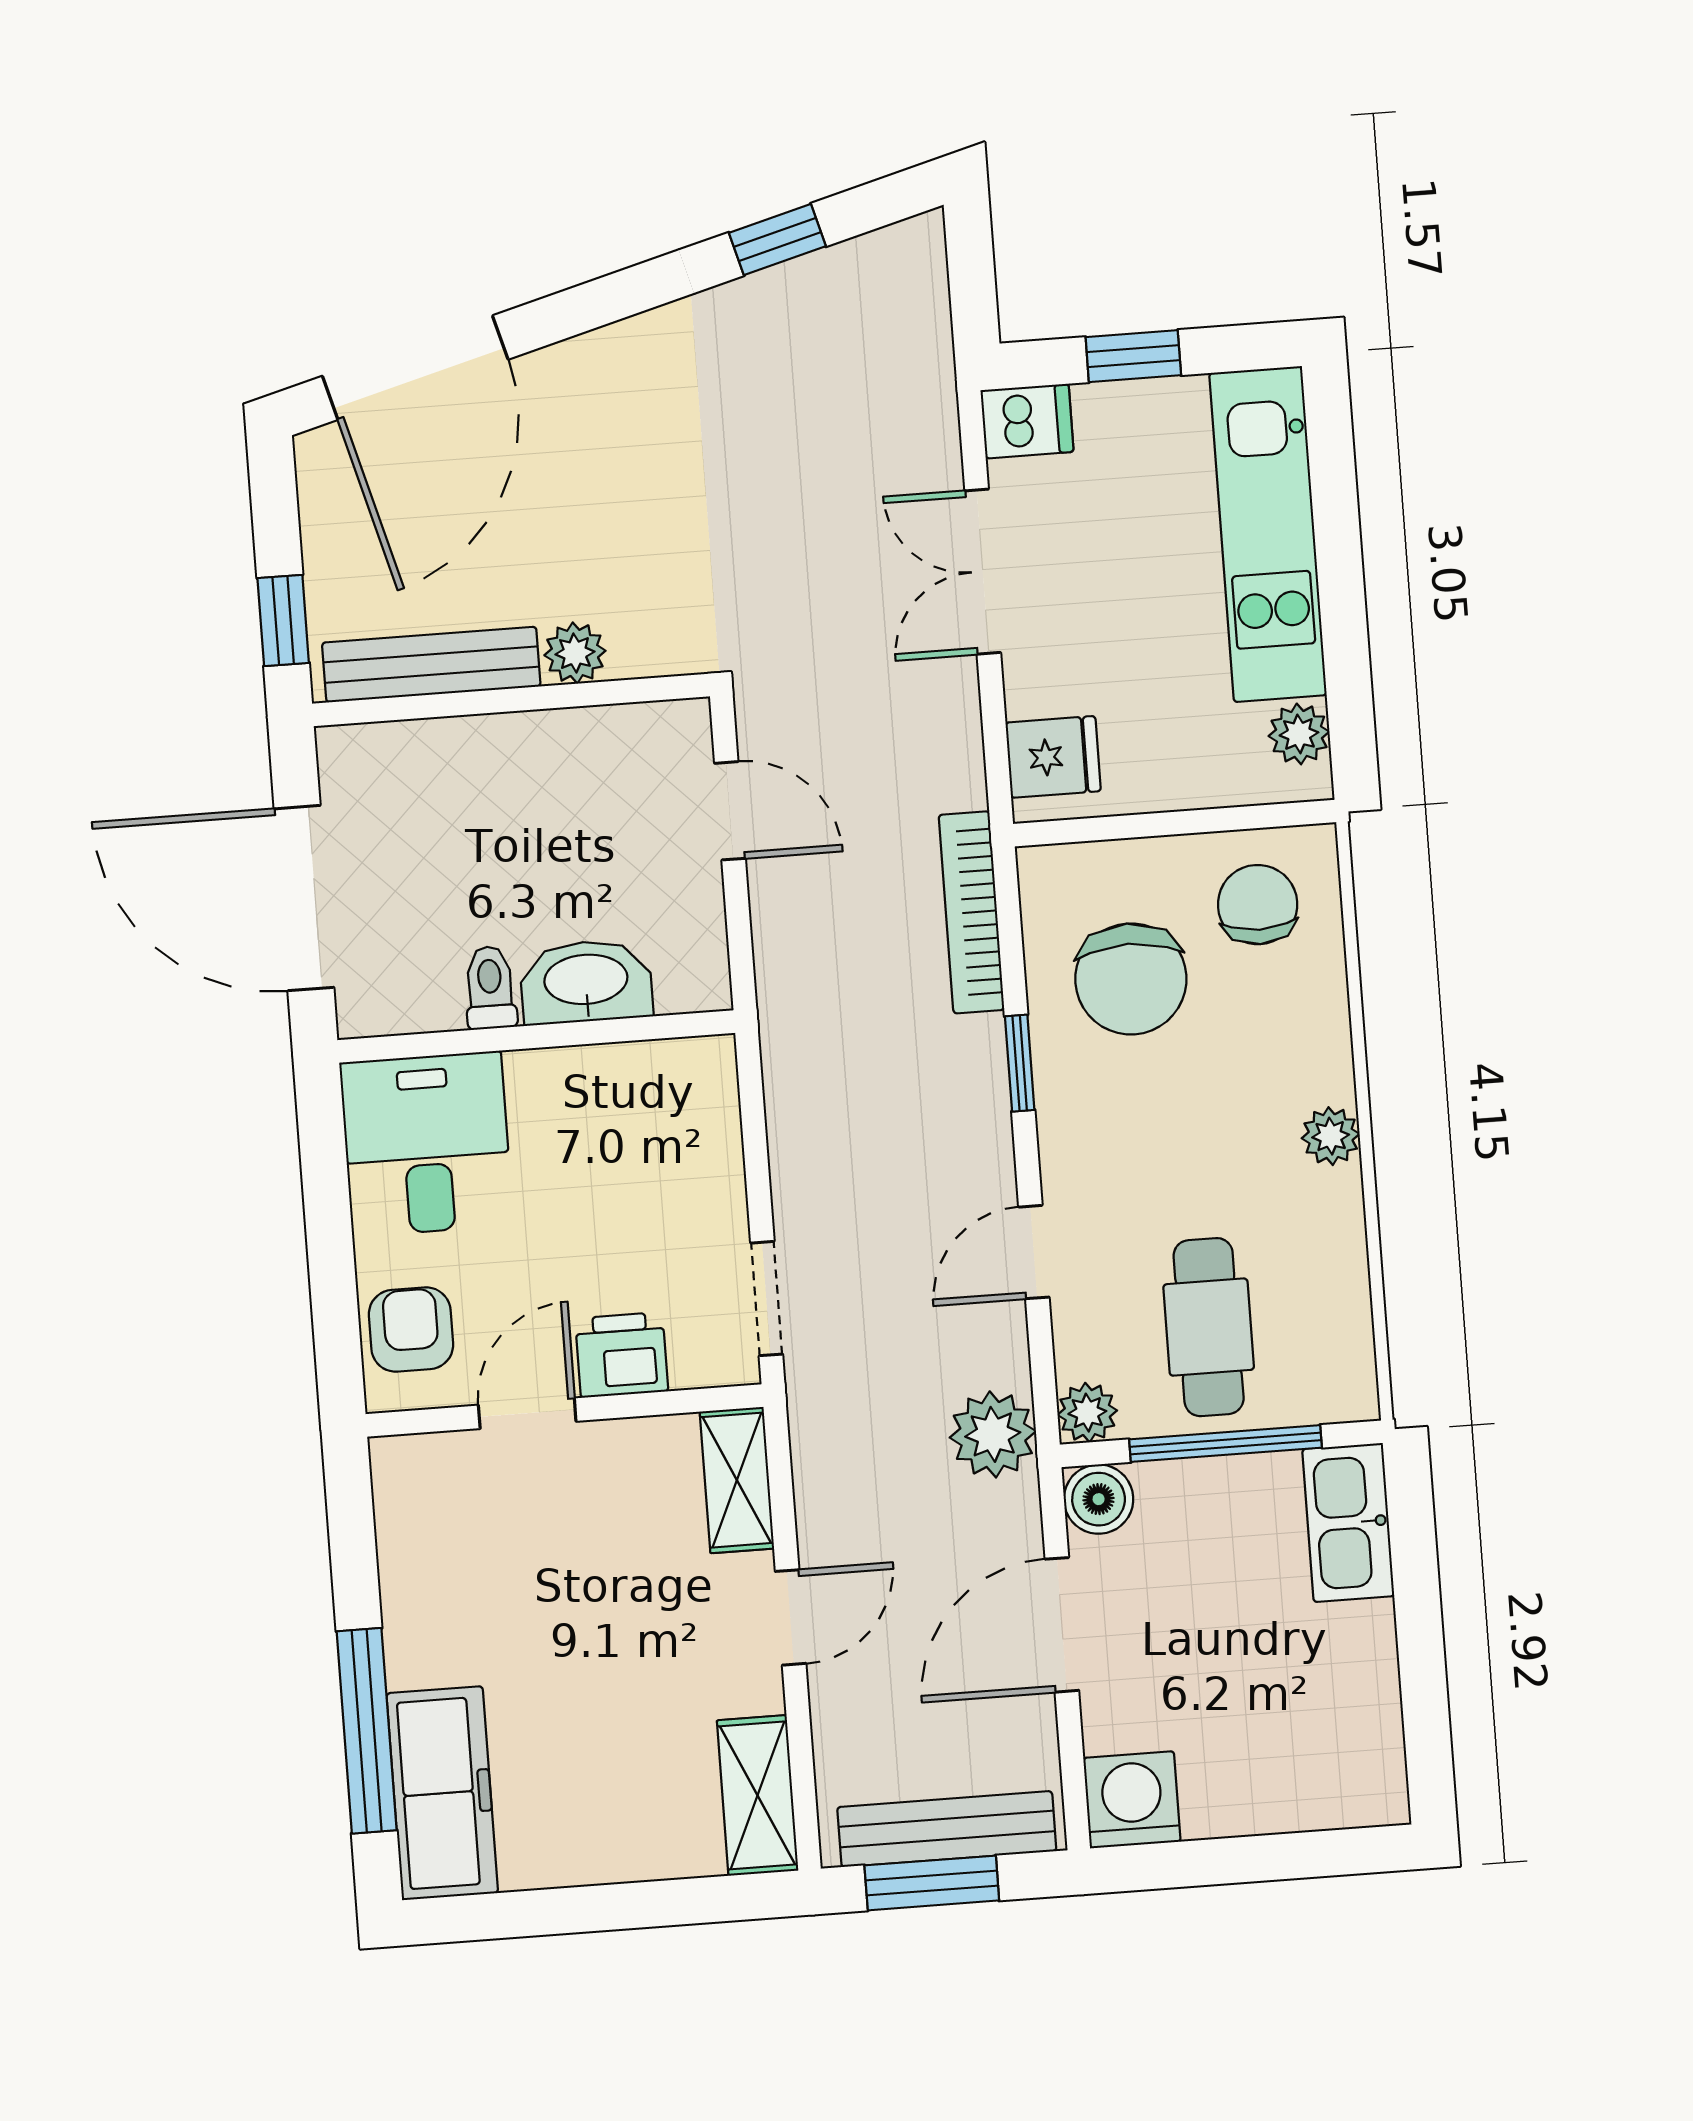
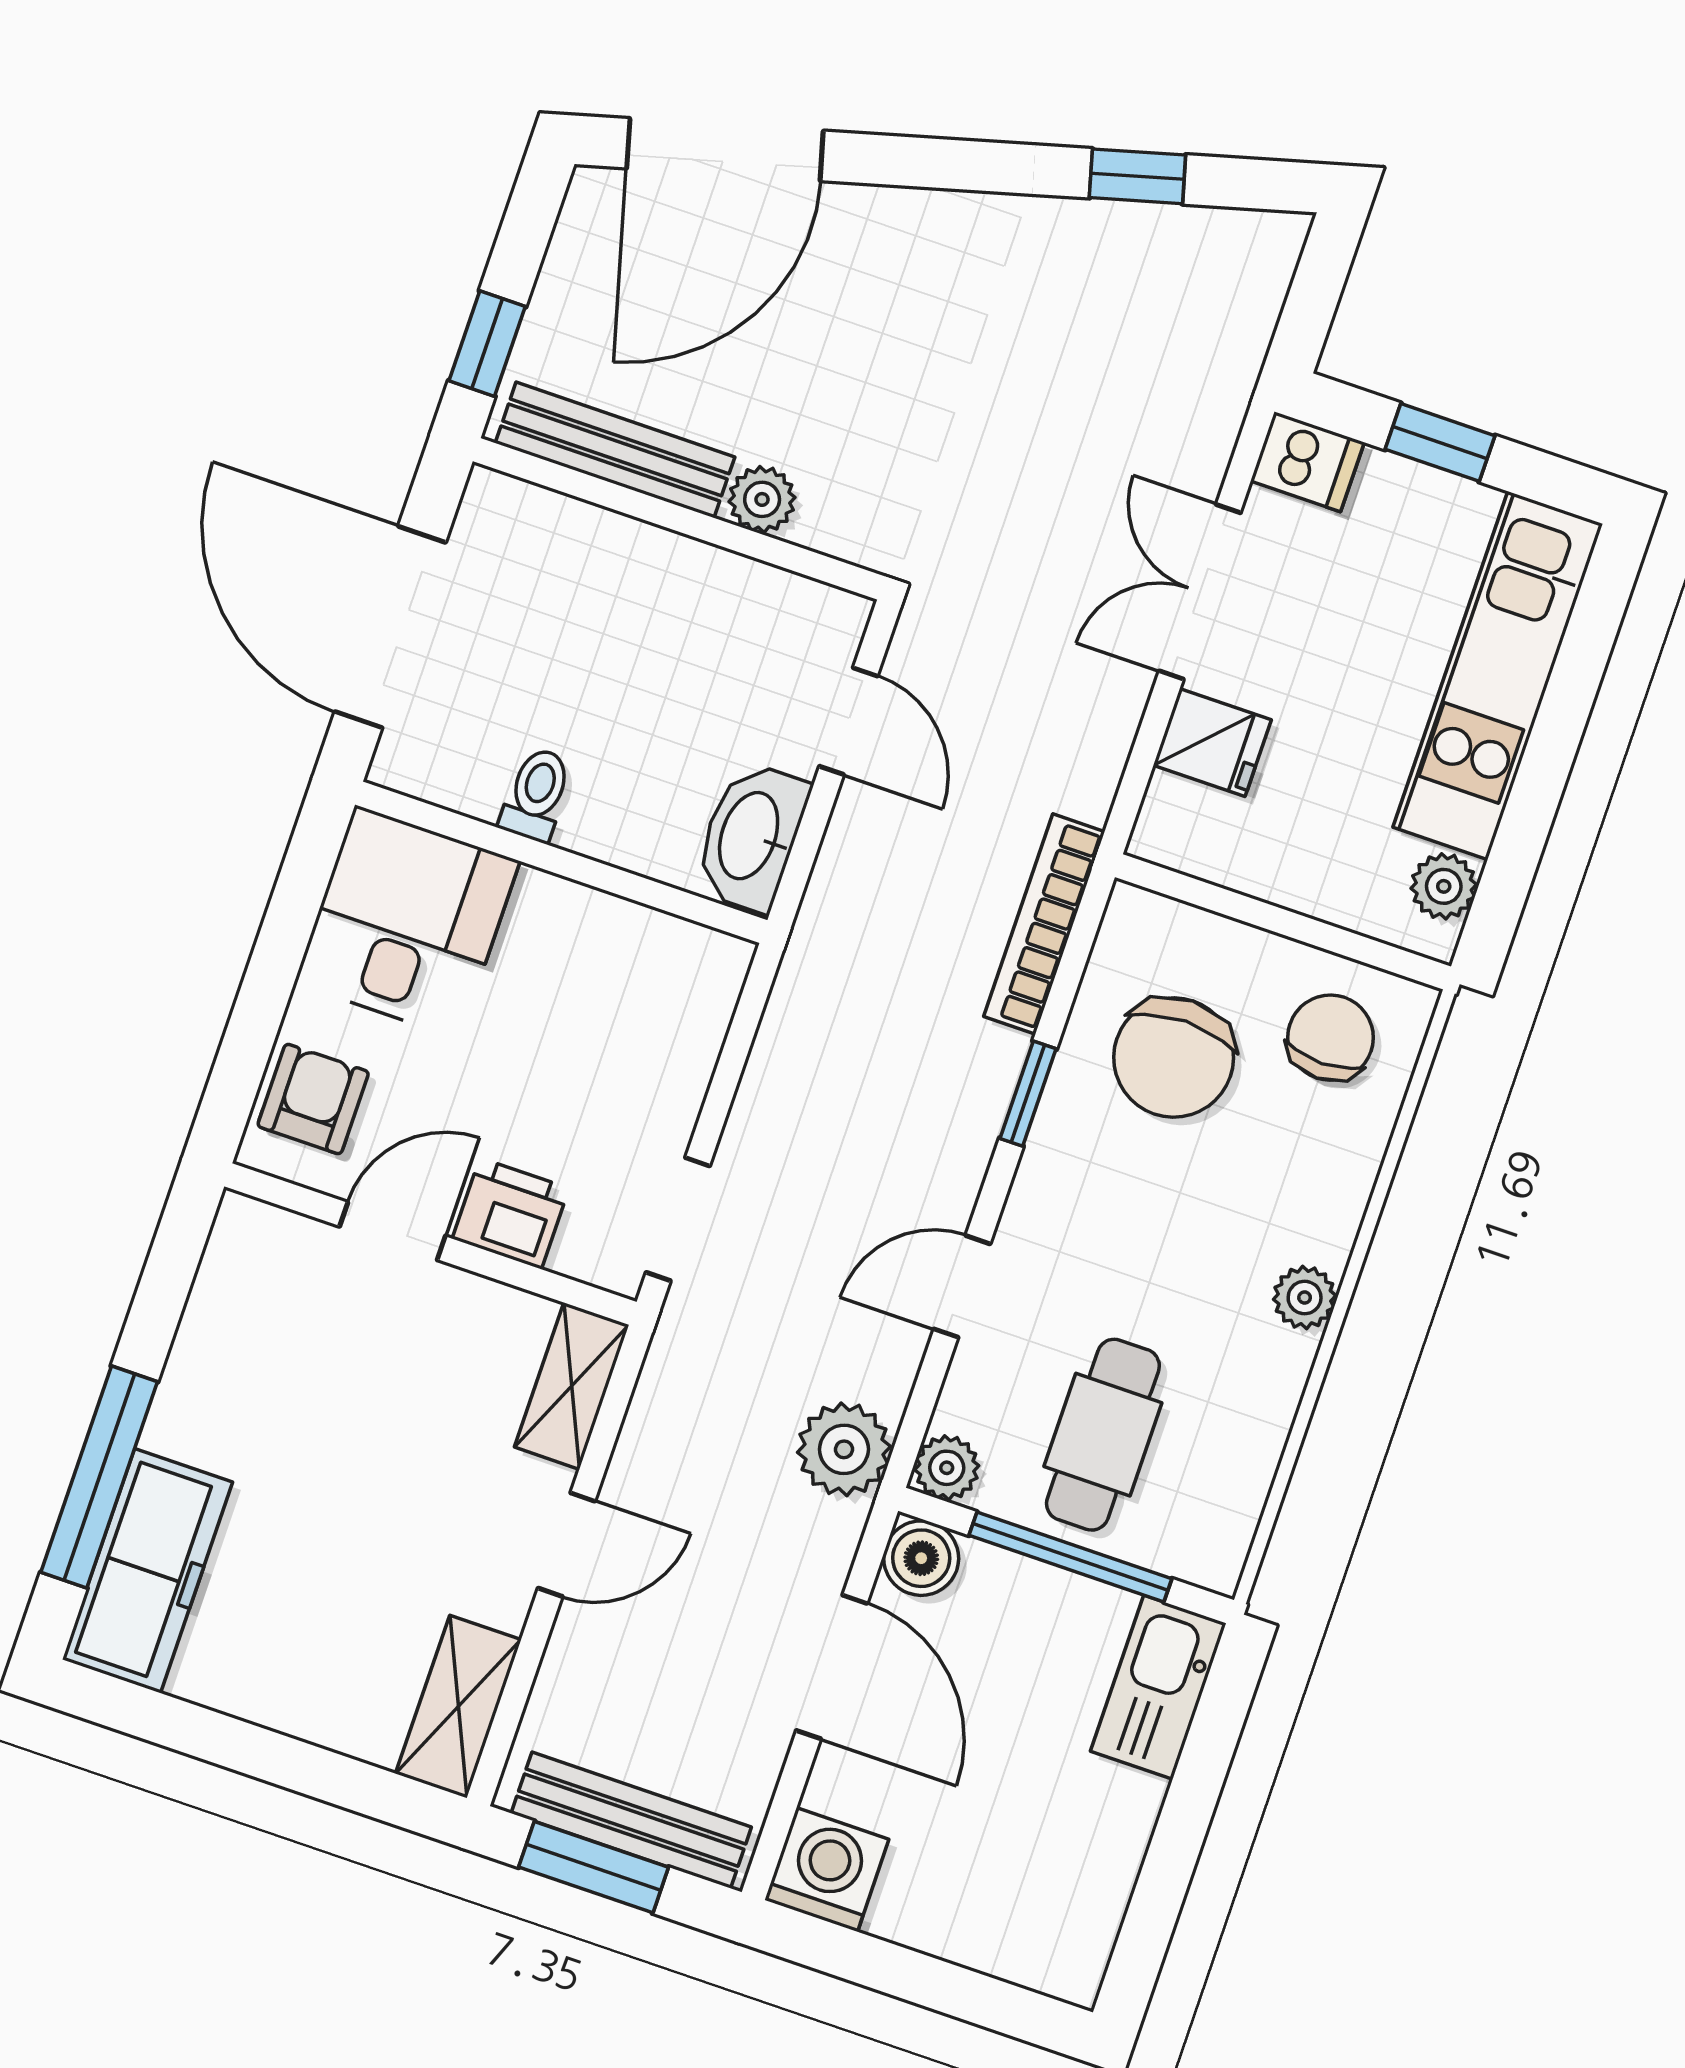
fridge: (1053, 757) -> (1212, 742), moved
washbasin: (586, 982) -> (751, 836), moved, turned -90
door: (1062, 1625) -> (832, 1667), swing flipped

